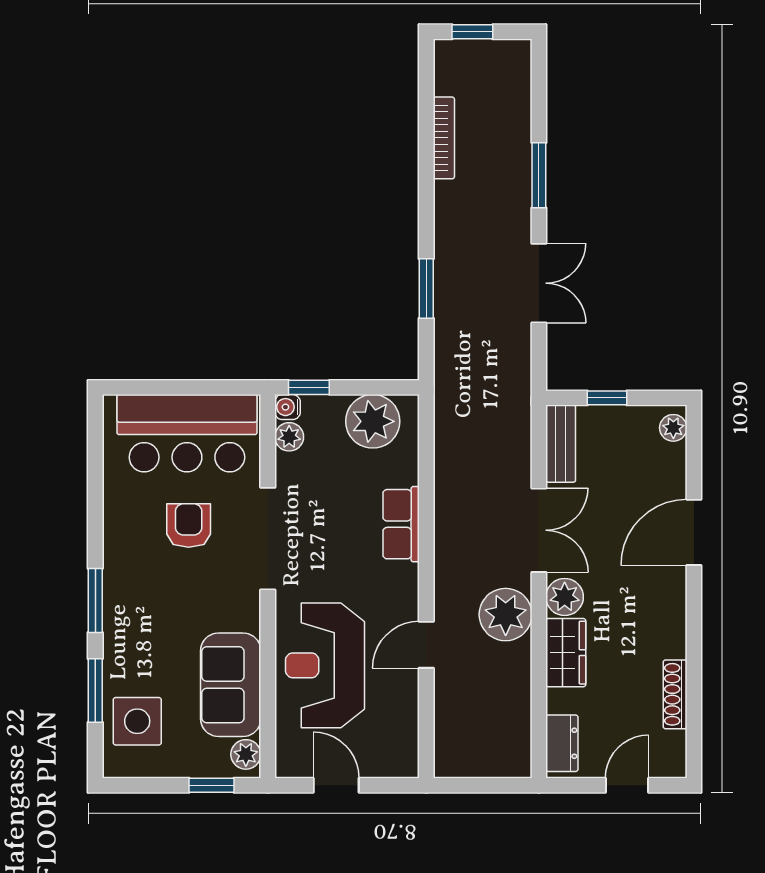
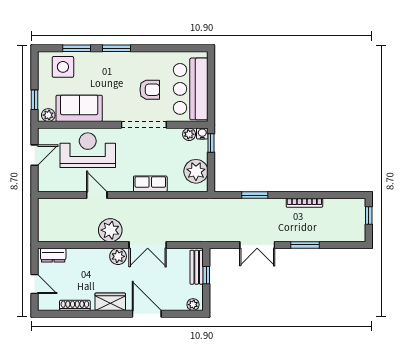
bookcase: (444, 138) -> (304, 203), moved
bench: (561, 444) -> (197, 267), moved, turned 90
wardrobe: (566, 653) -> (110, 302), moved, turned 180

